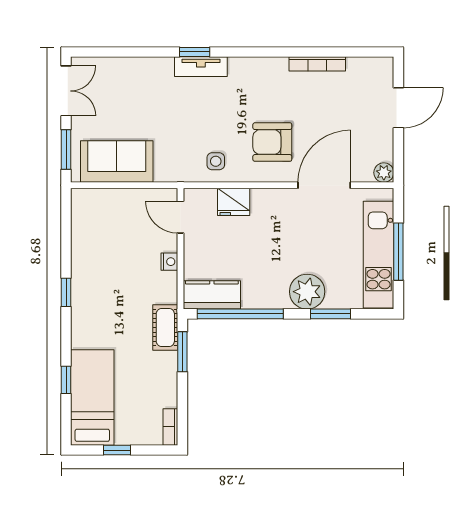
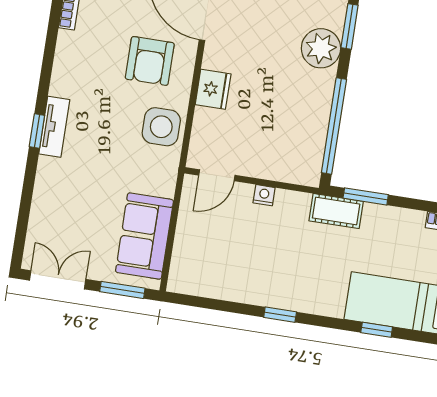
side table: (216, 161) -> (161, 127), width x1.87, depth x1.87
fridge: (234, 202) -> (213, 89), moved
kitchen counter: (212, 295) -> (308, 154), removed

